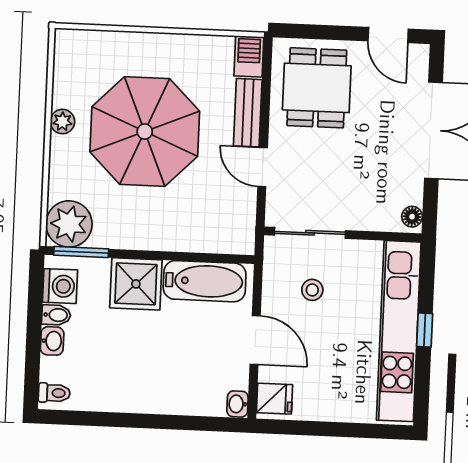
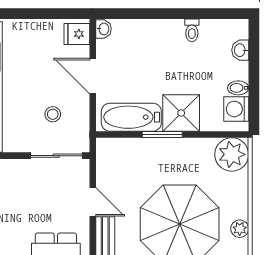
window: (81, 252) -> (162, 134), moved
washbasin: (52, 341) -> (240, 50), moved
toilet: (54, 393) -> (192, 30), moved, turned -90

